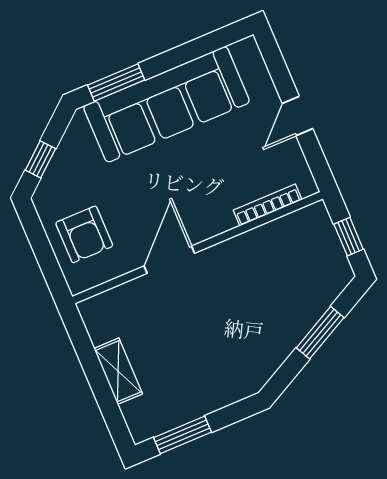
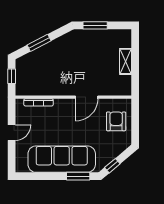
window: (40, 159) -> (112, 166), moved
window: (182, 435) -> (95, 25), moved

